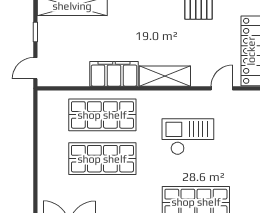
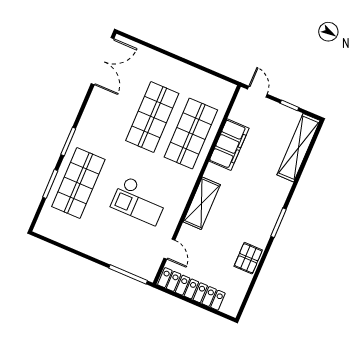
filing cabinet: (114, 74) -> (229, 145), moved
checkout: (188, 137) -> (139, 201), turned 90

